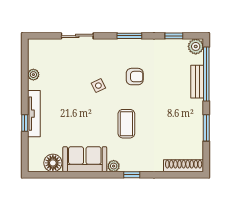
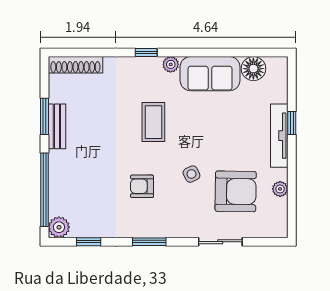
armchair: (66, 73) -> (236, 191), added
bench: (197, 82) -> (57, 126), moved

